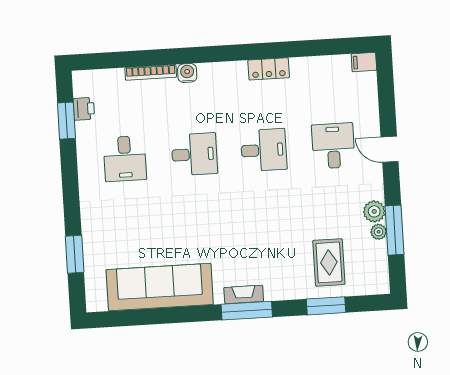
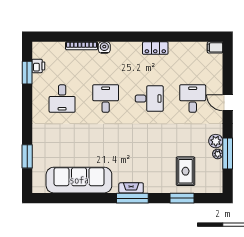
desk: (194, 154) -> (106, 99), turned -90

